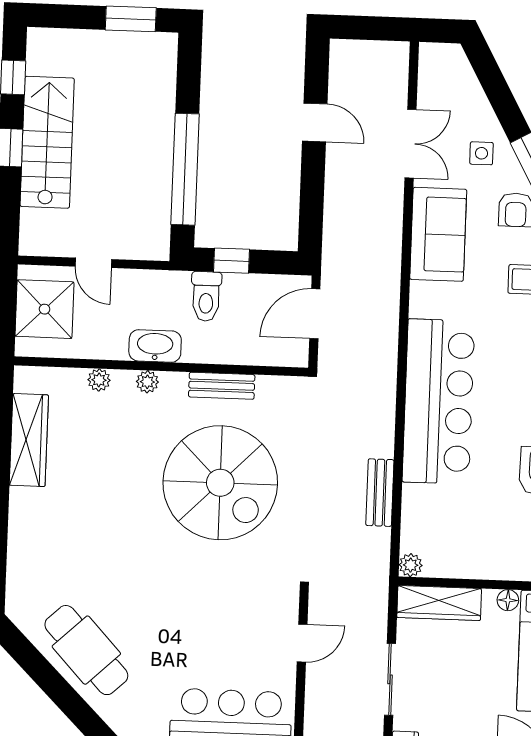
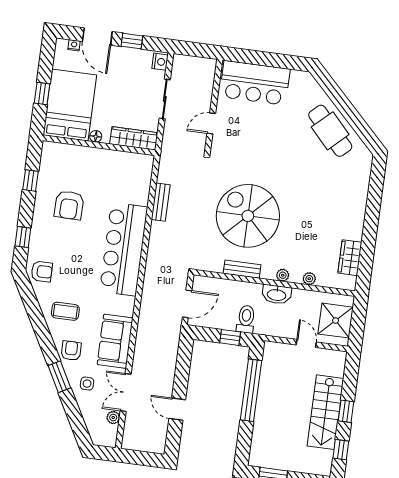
wardrobe: (29, 440) -> (350, 258), width x0.67
plant: (411, 565) -> (113, 418), moved

